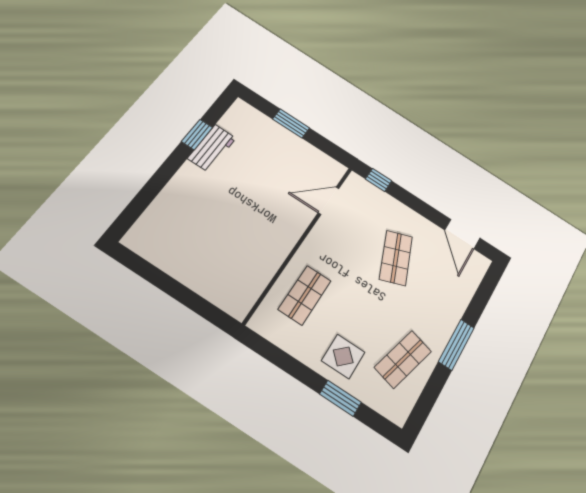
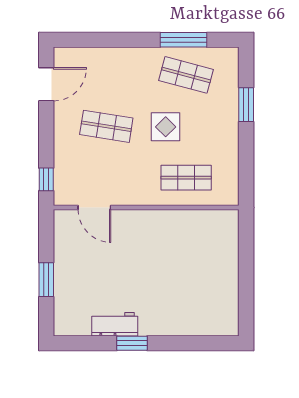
window: (197, 135) -> (132, 343), moved
shop shelf: (396, 258) -> (106, 126), turned 30
window: (456, 345) -> (183, 40), moved
display table: (343, 356) -> (166, 127), moved

